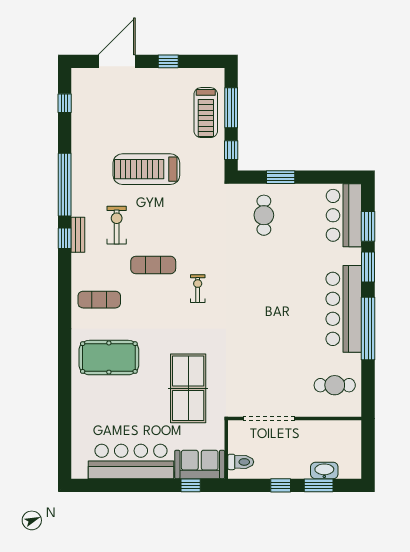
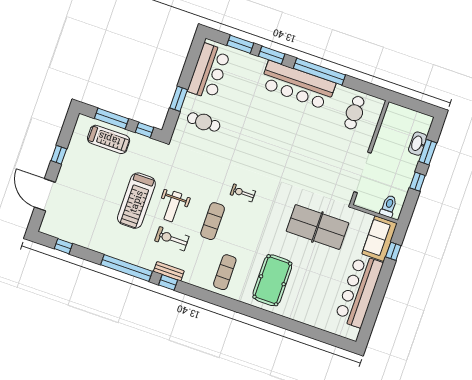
weight bench: (154, 213) -> (173, 207), added
bar counter: (344, 215) -> (209, 72), moved, turned -90

